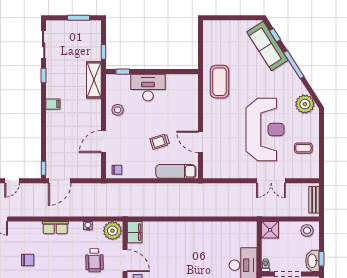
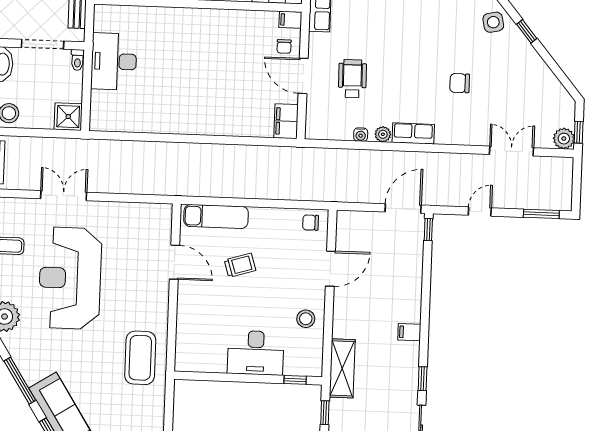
plant: (112, 231) -> (383, 134), moved, width x0.53, depth x0.53

